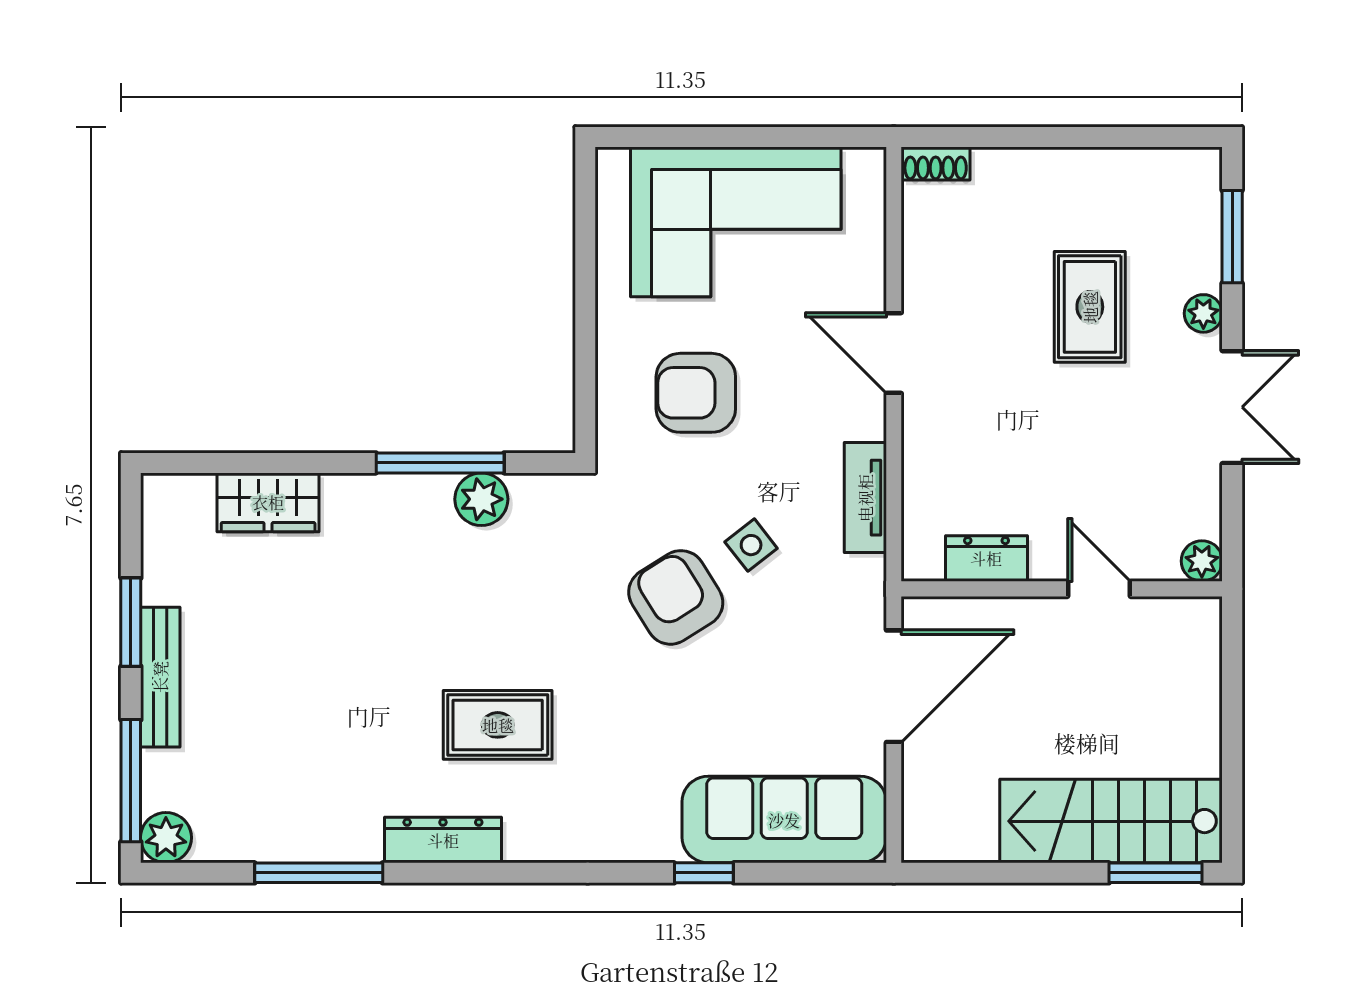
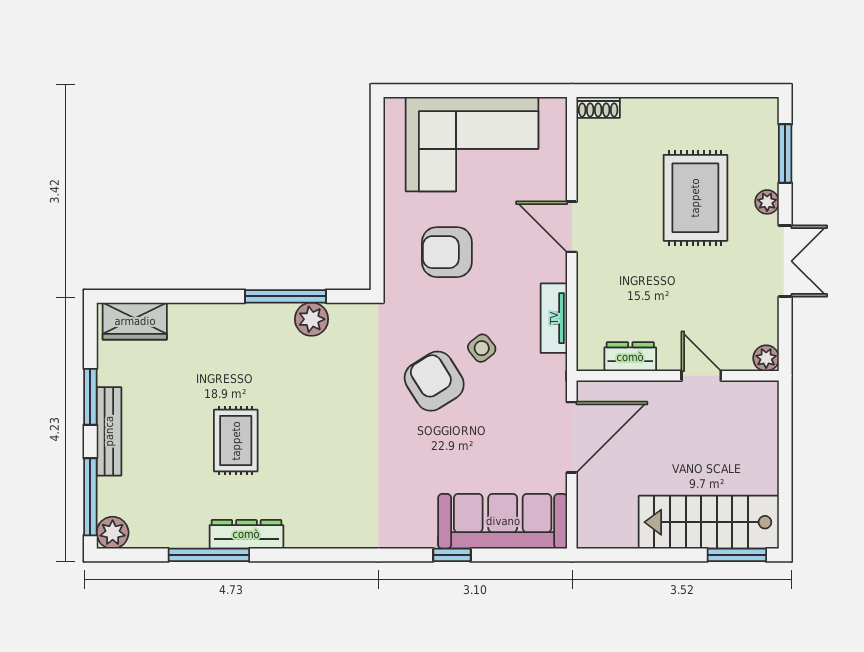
rug: (1090, 307) -> (695, 198), width x1.36, depth x1.43
wardrobe: (268, 502) -> (135, 321), moved
rug: (498, 725) -> (236, 441), moved, turned 90
dresser: (443, 840) -> (246, 534), moved

